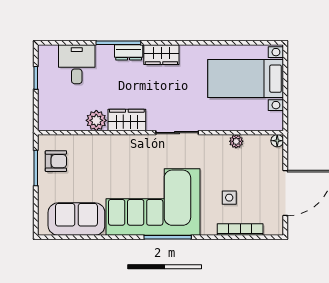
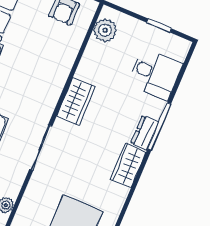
plant: (96, 120) -> (105, 30), moved

